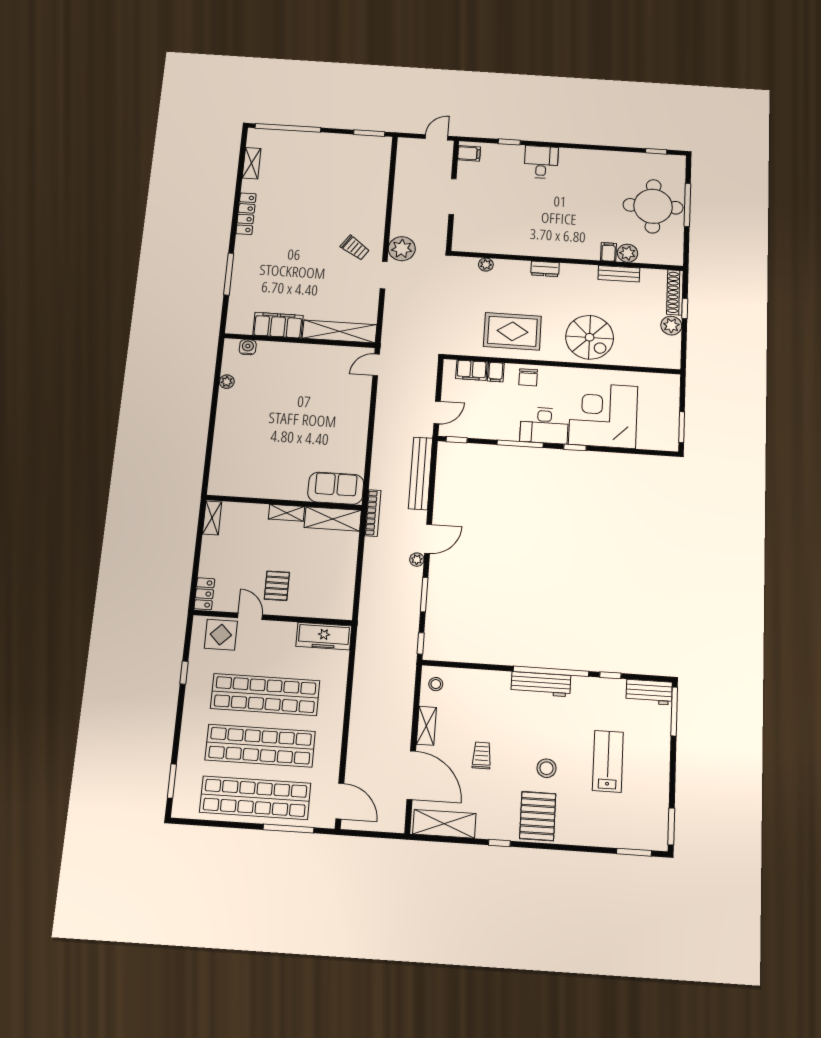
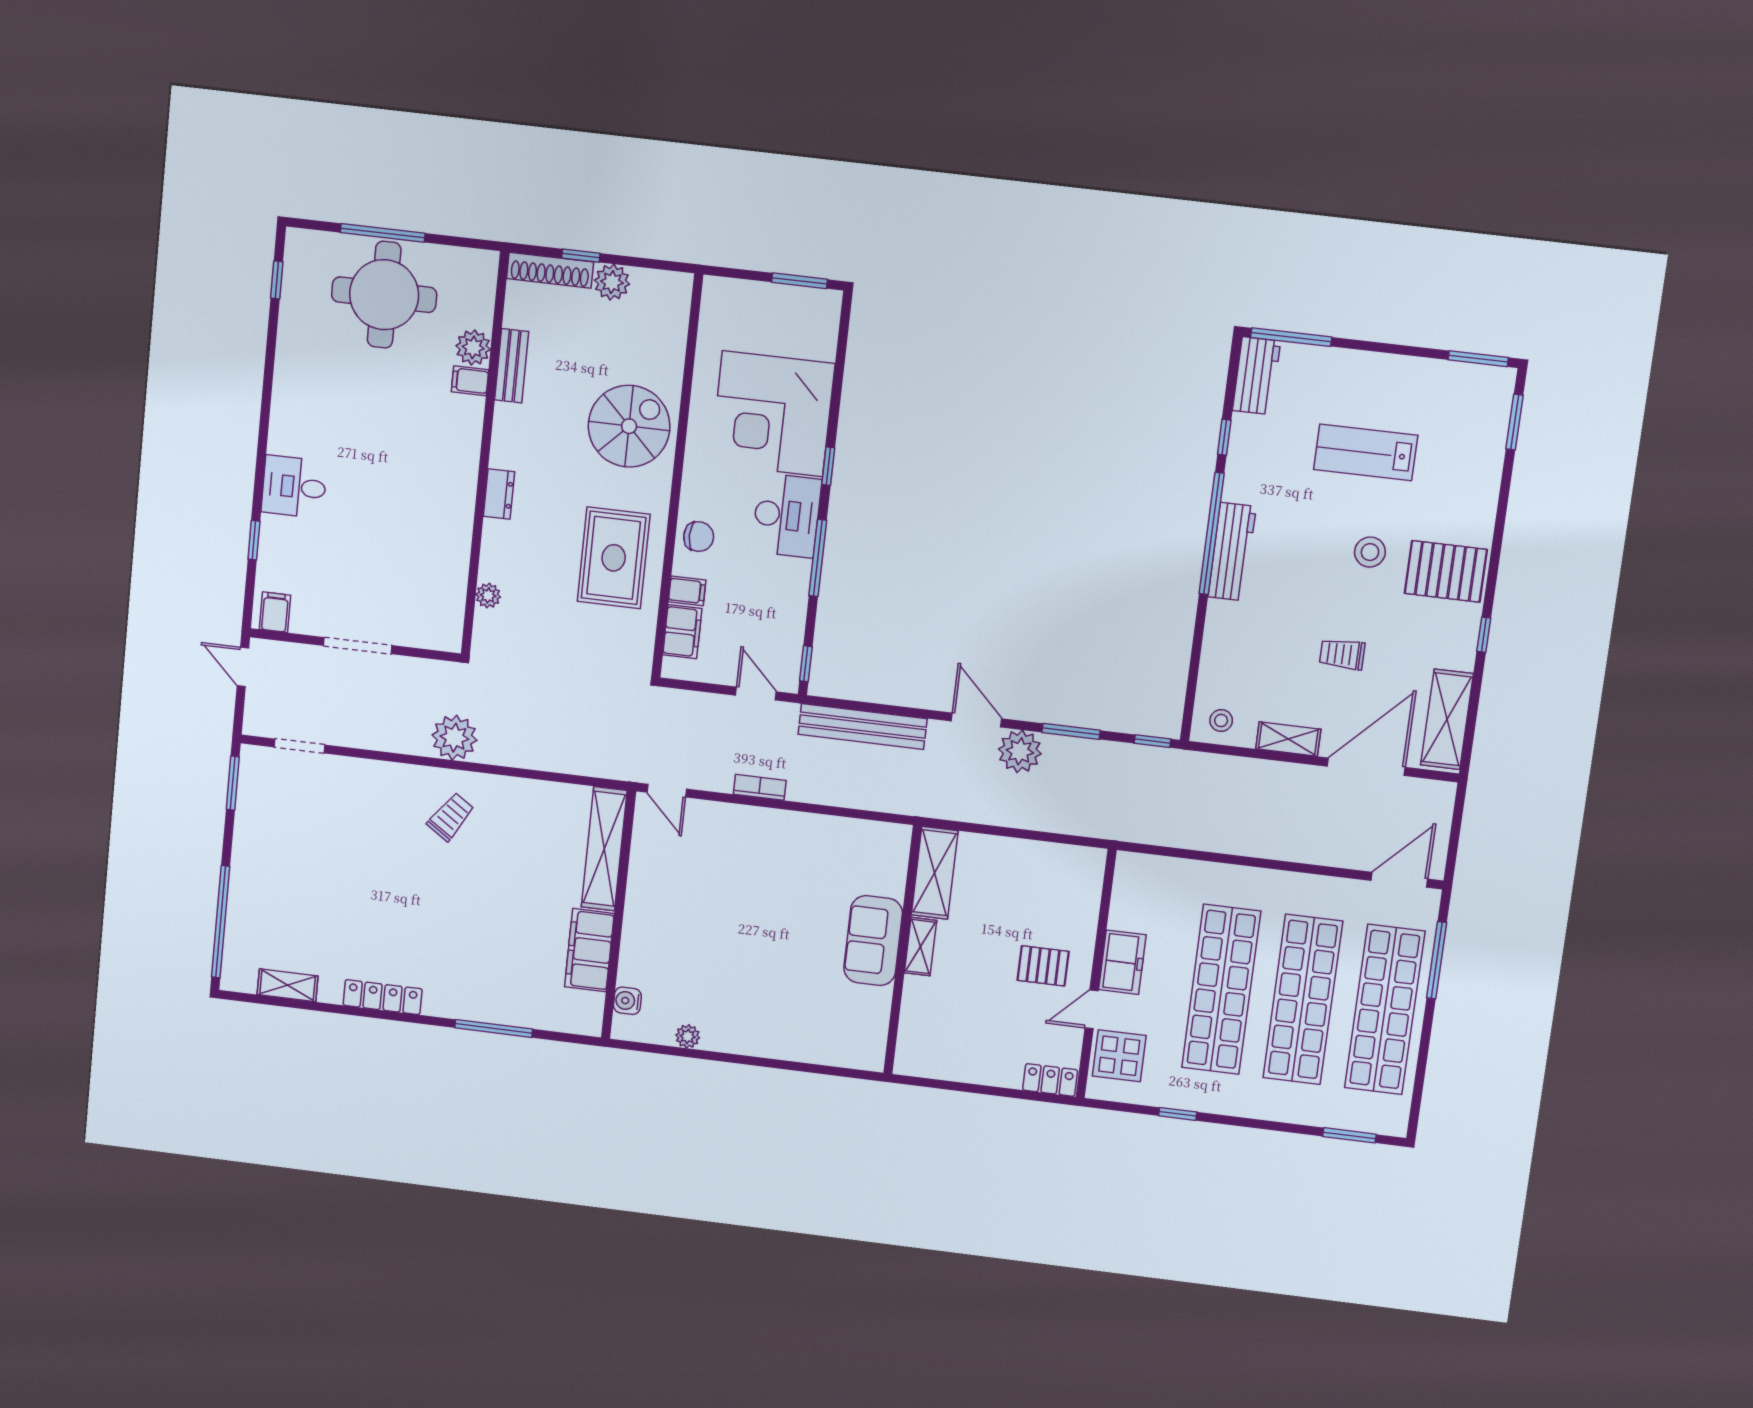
doorway: (384, 275) -> (299, 746), moved
sofa: (336, 488) -> (873, 941), moved
bookcase: (373, 513) -> (760, 787), moved, width x0.64
shelving: (212, 518) -> (924, 1065), removed
plant: (417, 560) -> (1020, 751), width x1.87, depth x1.87
freezer: (324, 636) -> (1122, 962), moved, width x0.71

